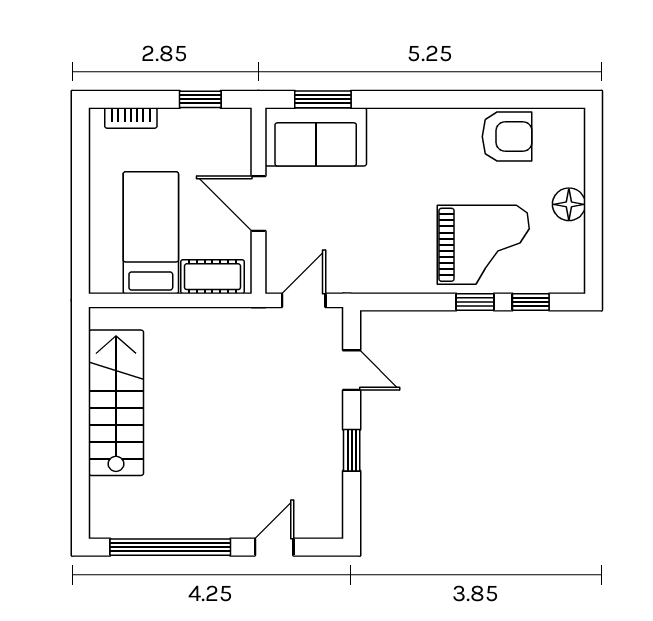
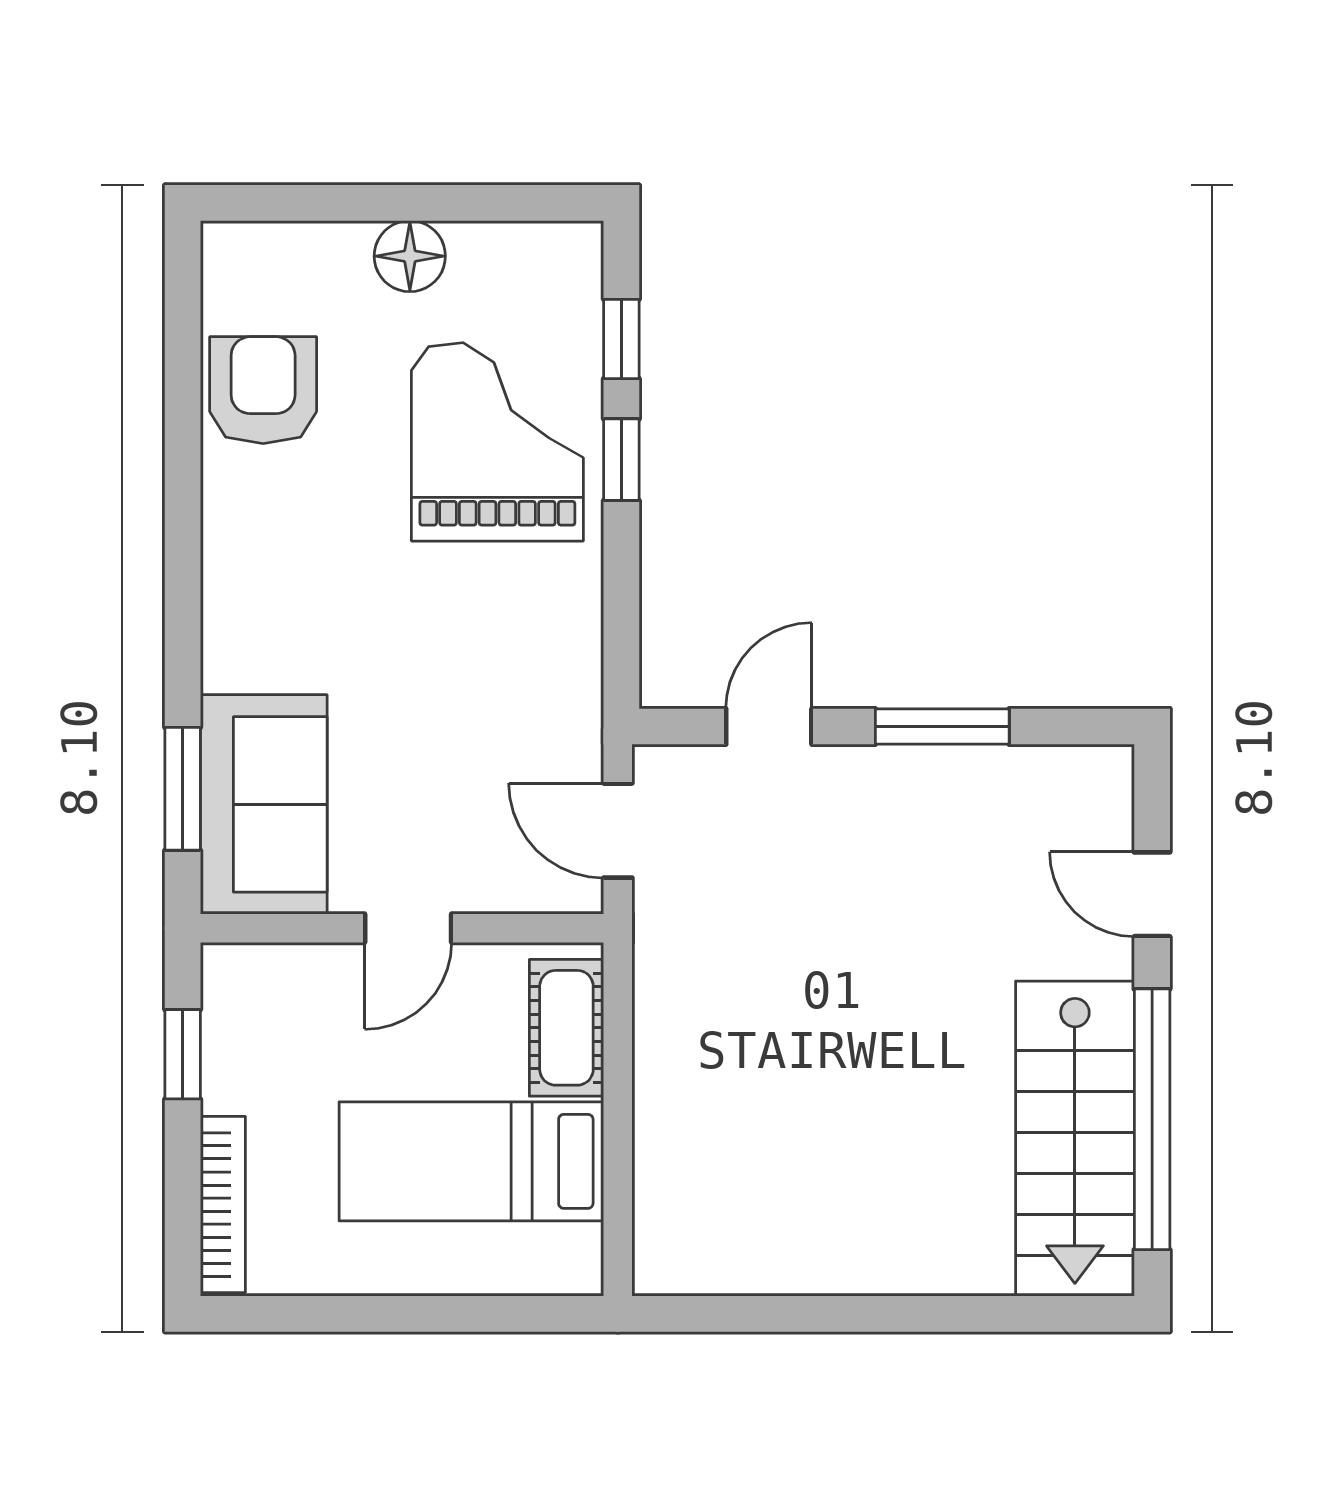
bookcase: (131, 118) -> (223, 1205), width x1.56
door: (259, 204) -> (408, 928), width x0.73
stairs: (116, 403) -> (1075, 1139), moved, turned -90
window: (352, 450) -> (942, 727), width x1.50

